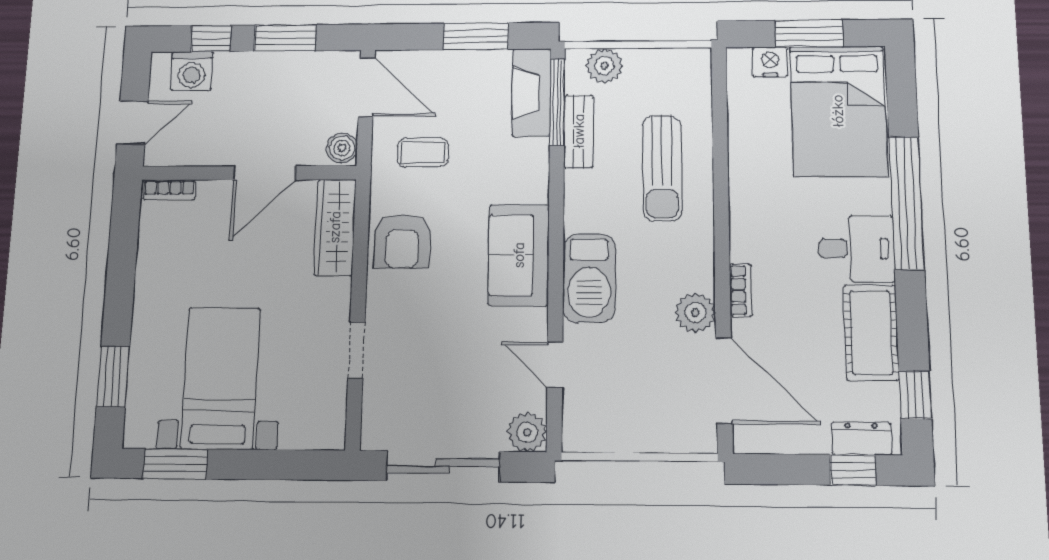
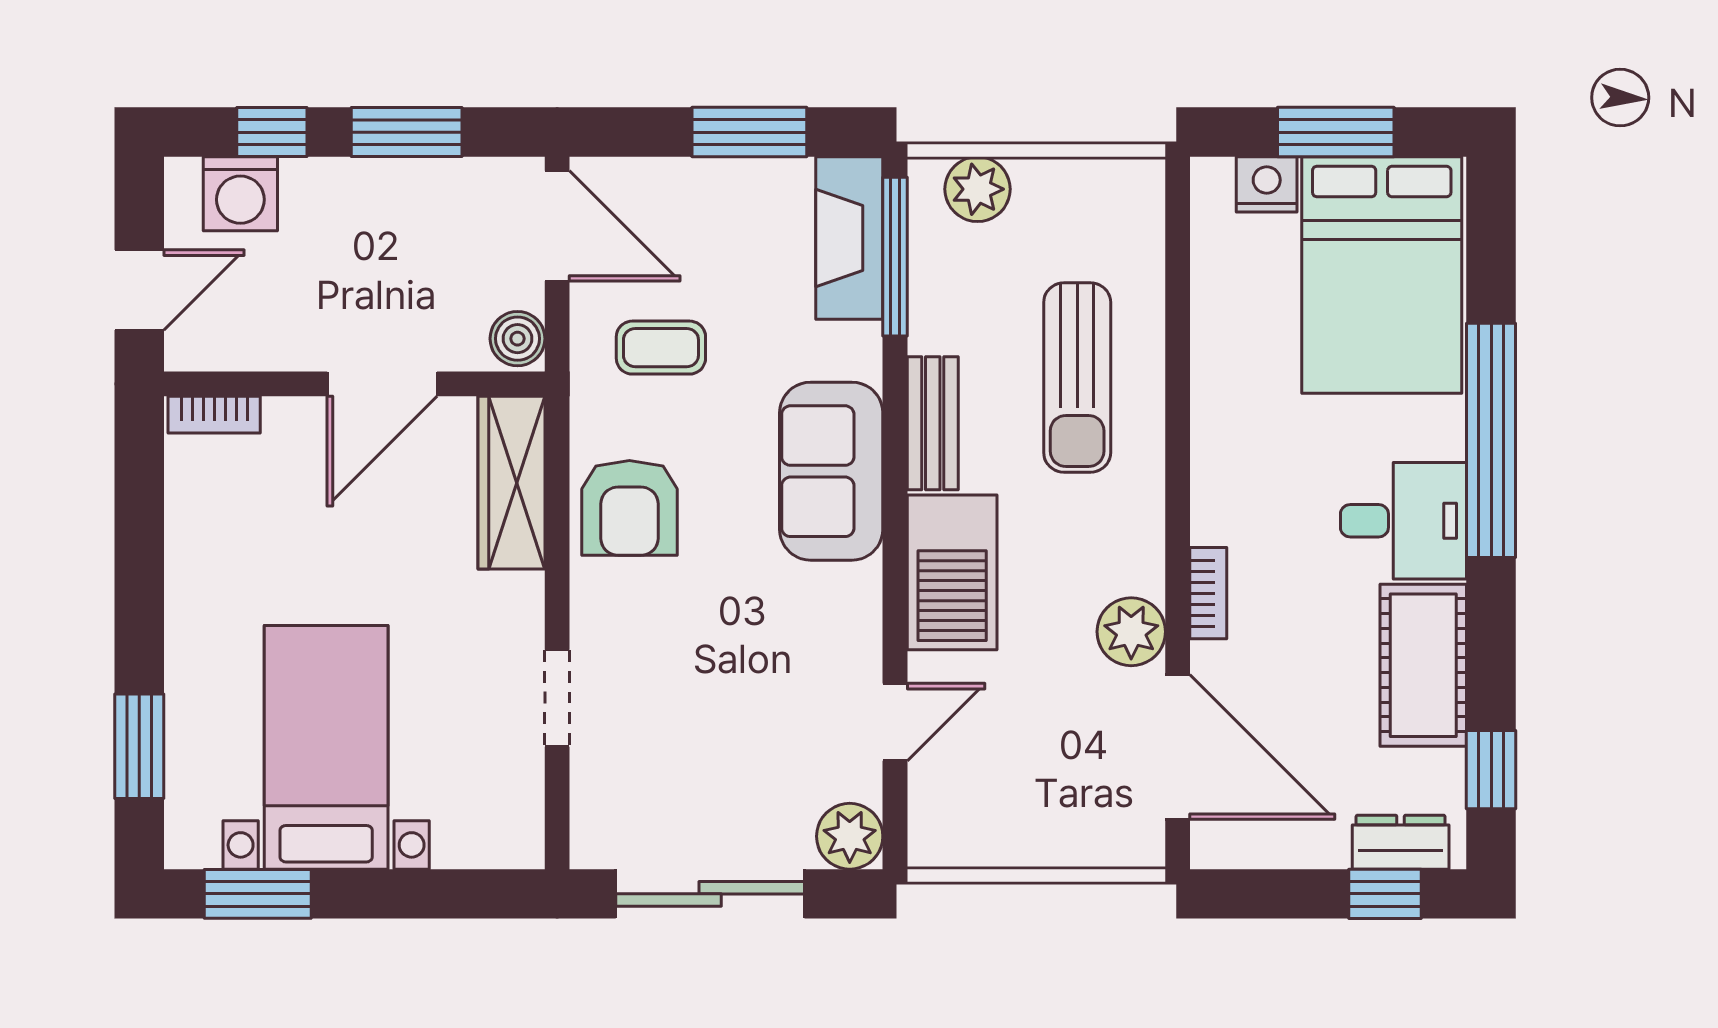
bench: (579, 131) -> (933, 423), moved
sofa: (519, 255) -> (831, 471), moved
door: (555, 365) -> (895, 722), swing flipped

